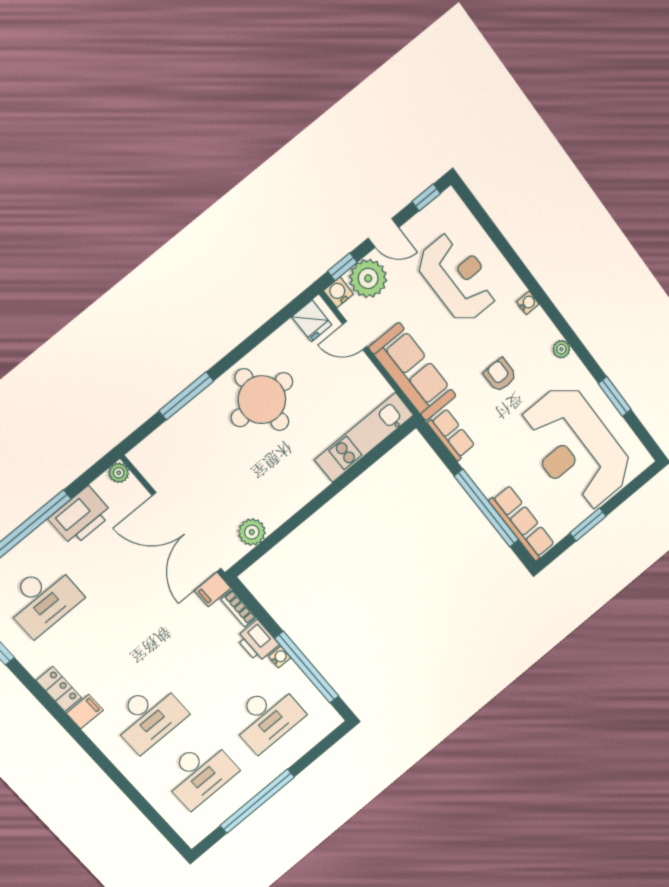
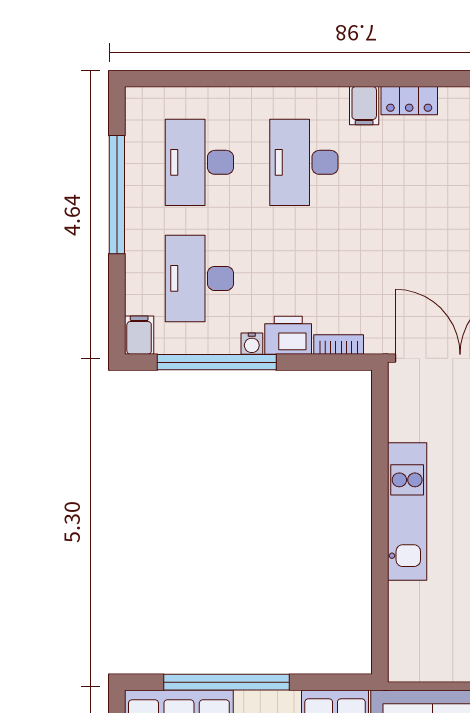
kitchen unit: (364, 437) -> (407, 512), moved
plant: (252, 532) -> (406, 422), removed
filing cabinet: (213, 589) -> (139, 335), moved

